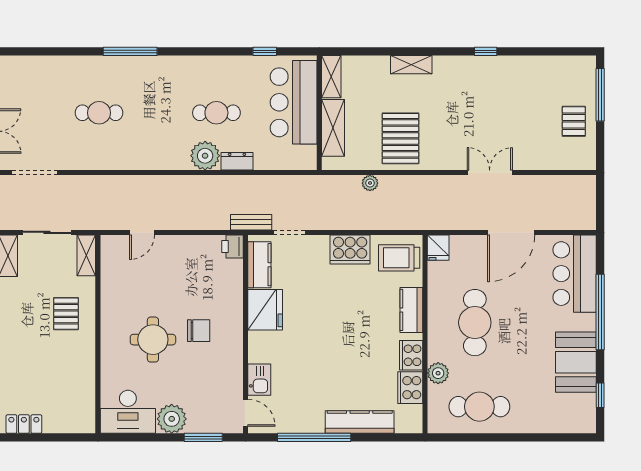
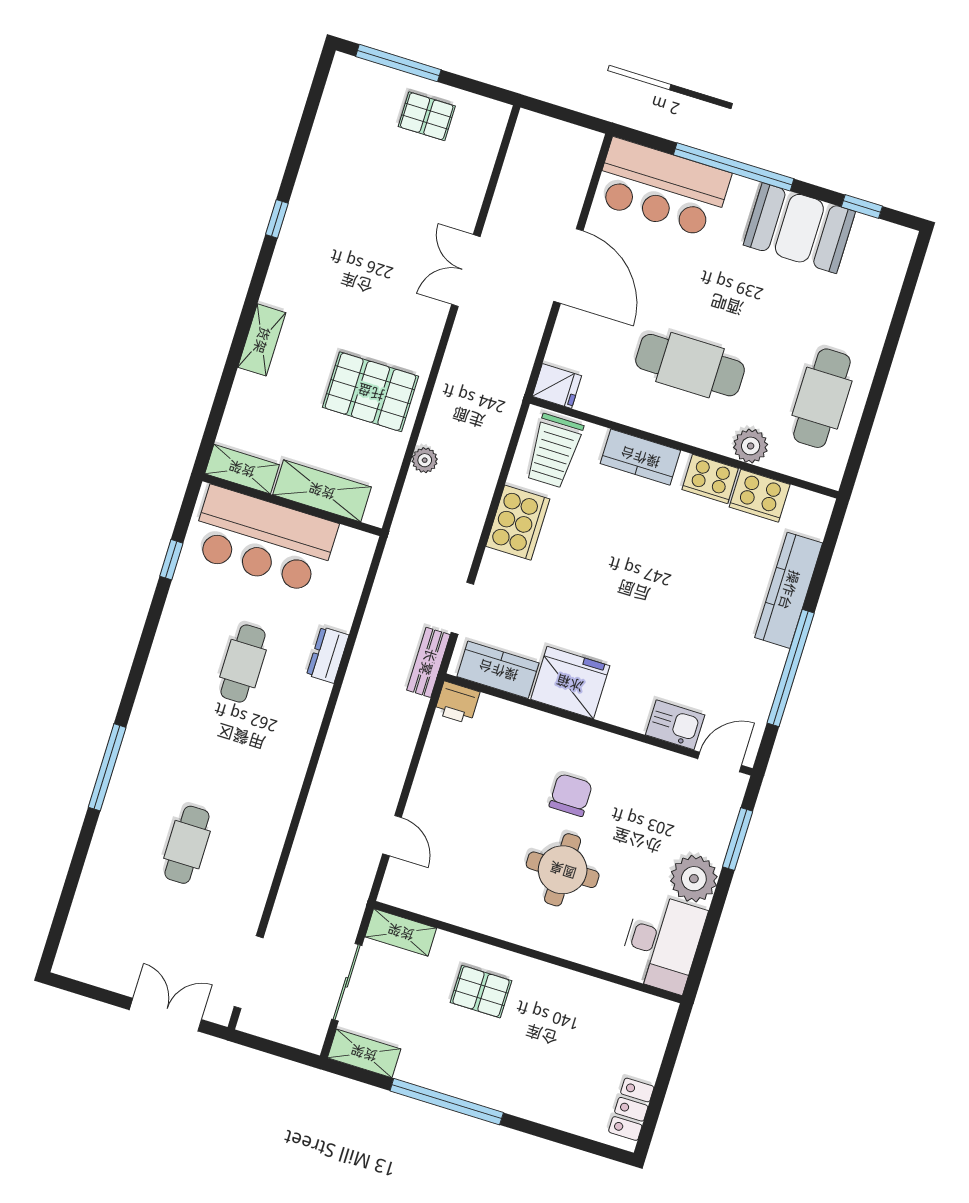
plant: (205, 156) -> (304, 702), removed

